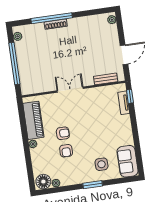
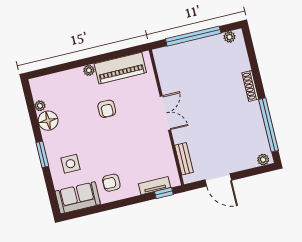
window: (52, 18) -> (269, 125), moved
armchair: (66, 151) -> (111, 183), moved
floor lamp: (43, 182) -> (48, 121), moved

